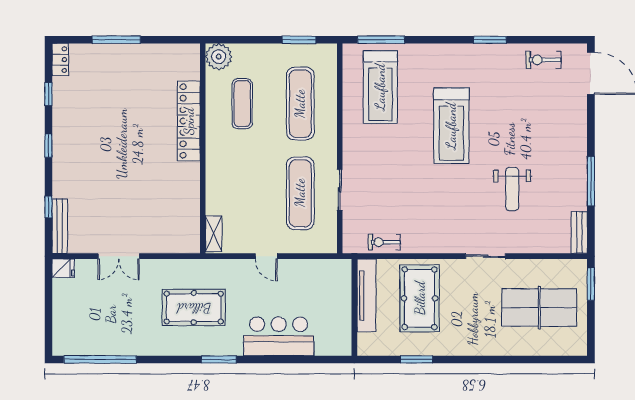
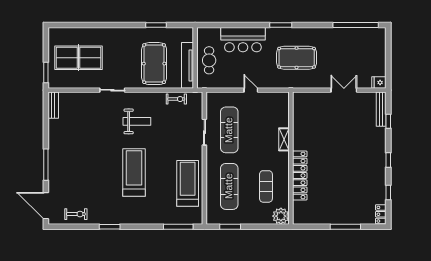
treadmill: (380, 87) -> (188, 183), moved
window: (591, 181) -> (46, 165), moved
weight bench: (512, 189) -> (137, 121), moved, turned 90
shelving: (214, 234) -> (284, 139), moved
cafe table: (332, 303) -> (209, 60), added

